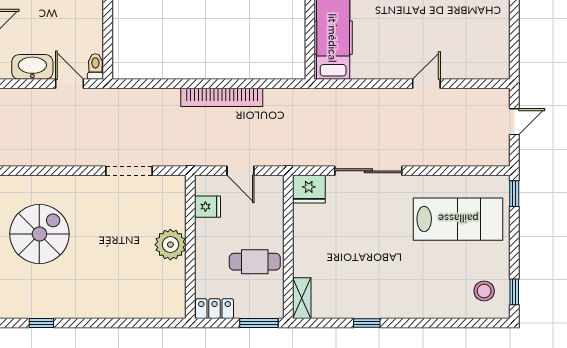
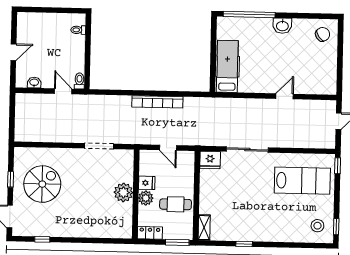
washbasin: (32, 67) -> (34, 83), width x0.52, depth x0.69
fridge: (208, 207) -> (147, 183), moved
plant: (207, 253) -> (146, 198), added

